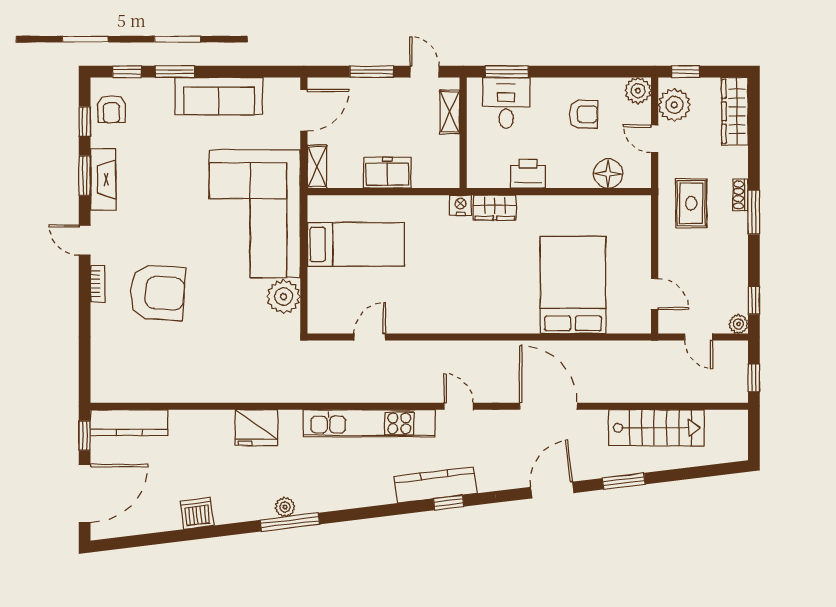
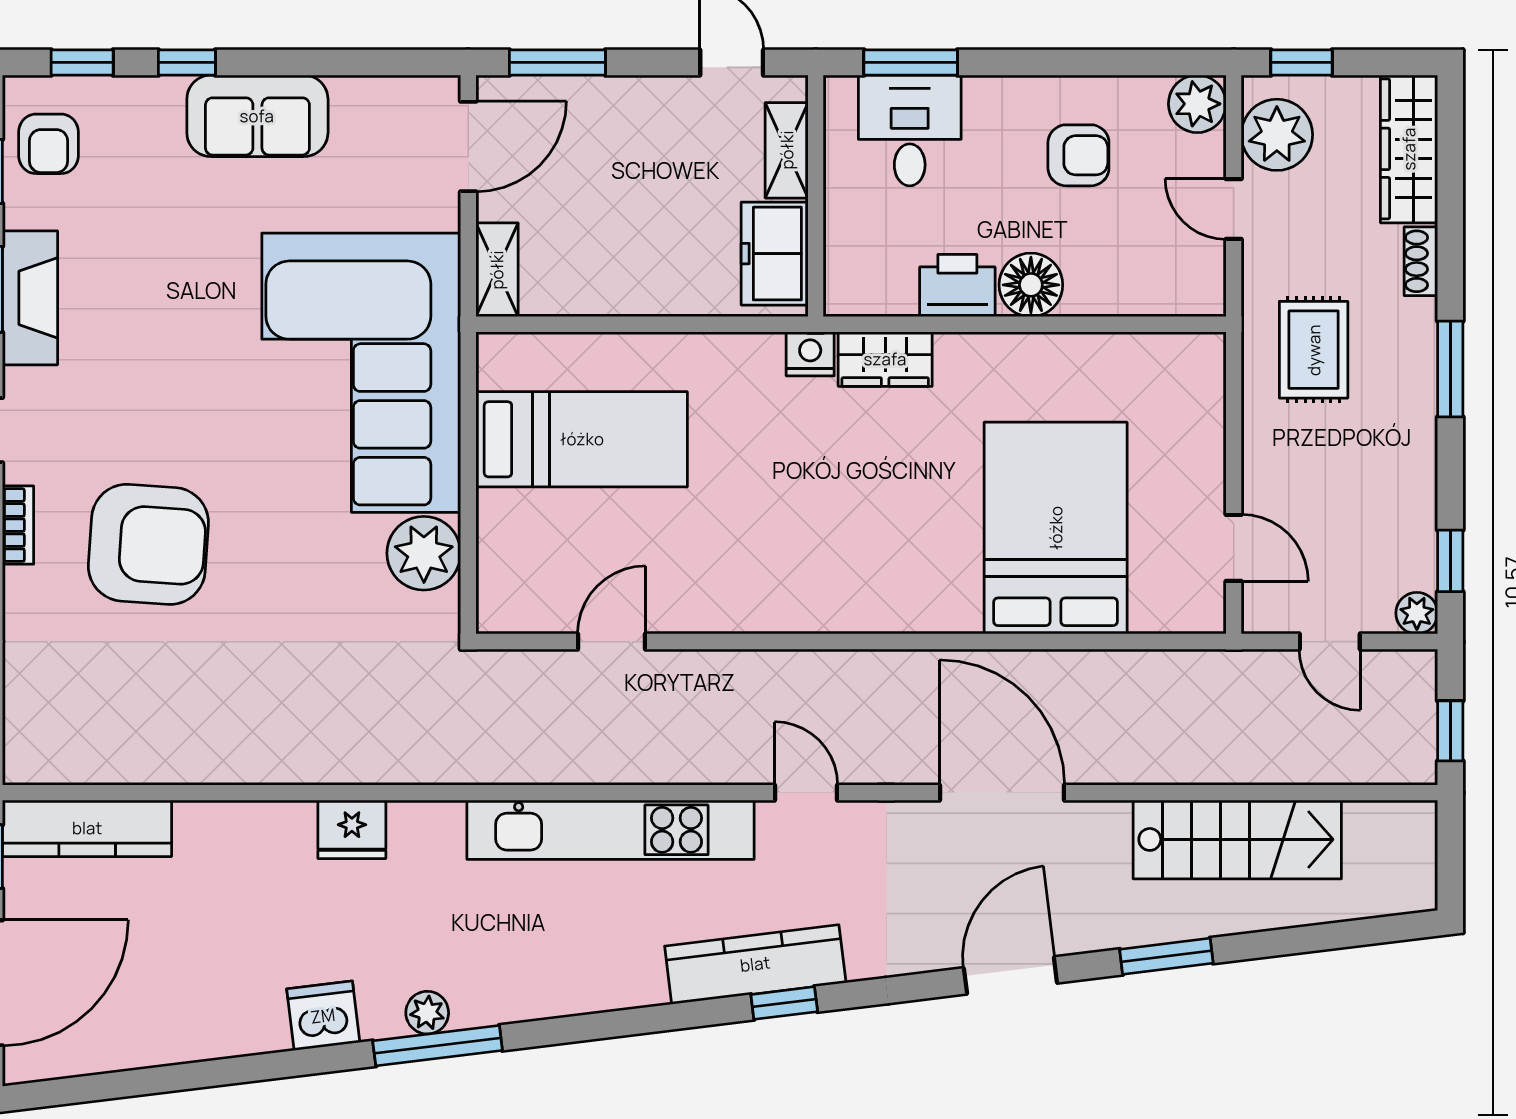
window: (175, 72) -> (187, 62), width x0.67
window: (372, 72) -> (557, 62), moved
sofa: (219, 96) -> (257, 116), width x0.73
freezer: (387, 173) -> (775, 254), moved, turned -90
floor lamp: (608, 174) -> (1031, 285), moved
shoe rack: (740, 195) -> (1421, 261), moved
fridge: (256, 428) -> (352, 829), width x0.73, depth x0.75
dishwasher: (197, 513) -> (323, 1016), moved

